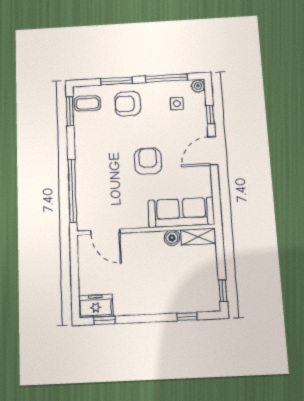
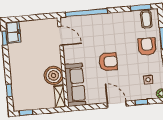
door: (105, 232) -> (60, 36), swing flipped
boiler: (172, 238) -> (54, 75), width x1.86, depth x1.86

